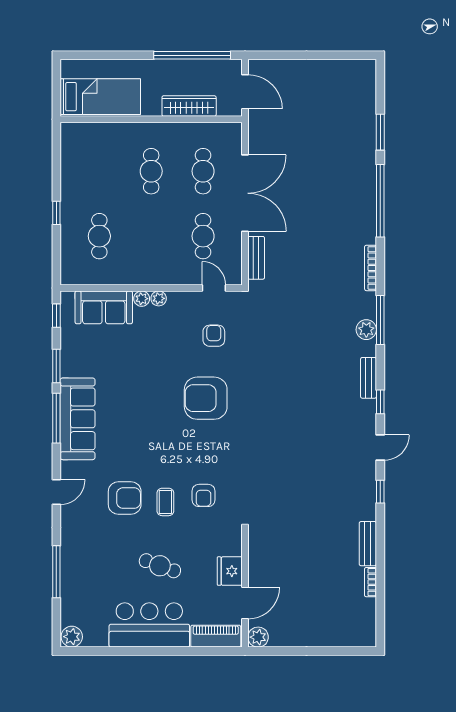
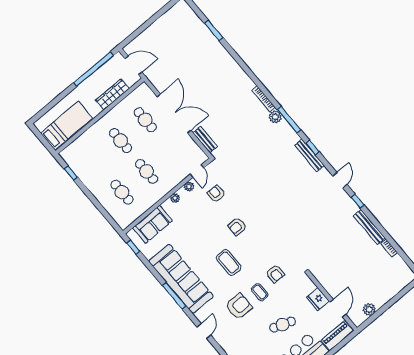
window: (380, 201) -> (241, 63), removed
window: (56, 213) -> (71, 173), moved
cafe table: (203, 236) -> (147, 171), moved
door: (214, 288) -> (197, 171), swing flipped
plant: (142, 299) -> (189, 187), moved
plant: (366, 330) -> (275, 117), moved
window: (56, 366) -> (153, 271), removed
bench: (369, 378) -> (309, 155), width x1.36
armchair: (206, 398) -> (237, 227), width x0.53, depth x0.53
window: (380, 402) -> (312, 148), moved
sofa: (78, 419) -> (181, 279), width x1.36, depth x1.27
coffee table: (158, 433) -> (229, 262), added
bench: (368, 544) -> (369, 227), width x1.36
plant: (258, 637) -> (369, 309), moved

